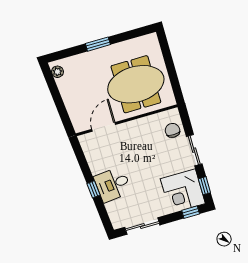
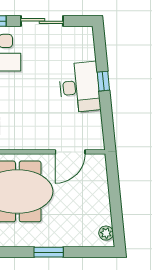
desk: (113, 184) -> (80, 87), width x1.37
sliding door: (142, 226) -> (42, 21), moved

